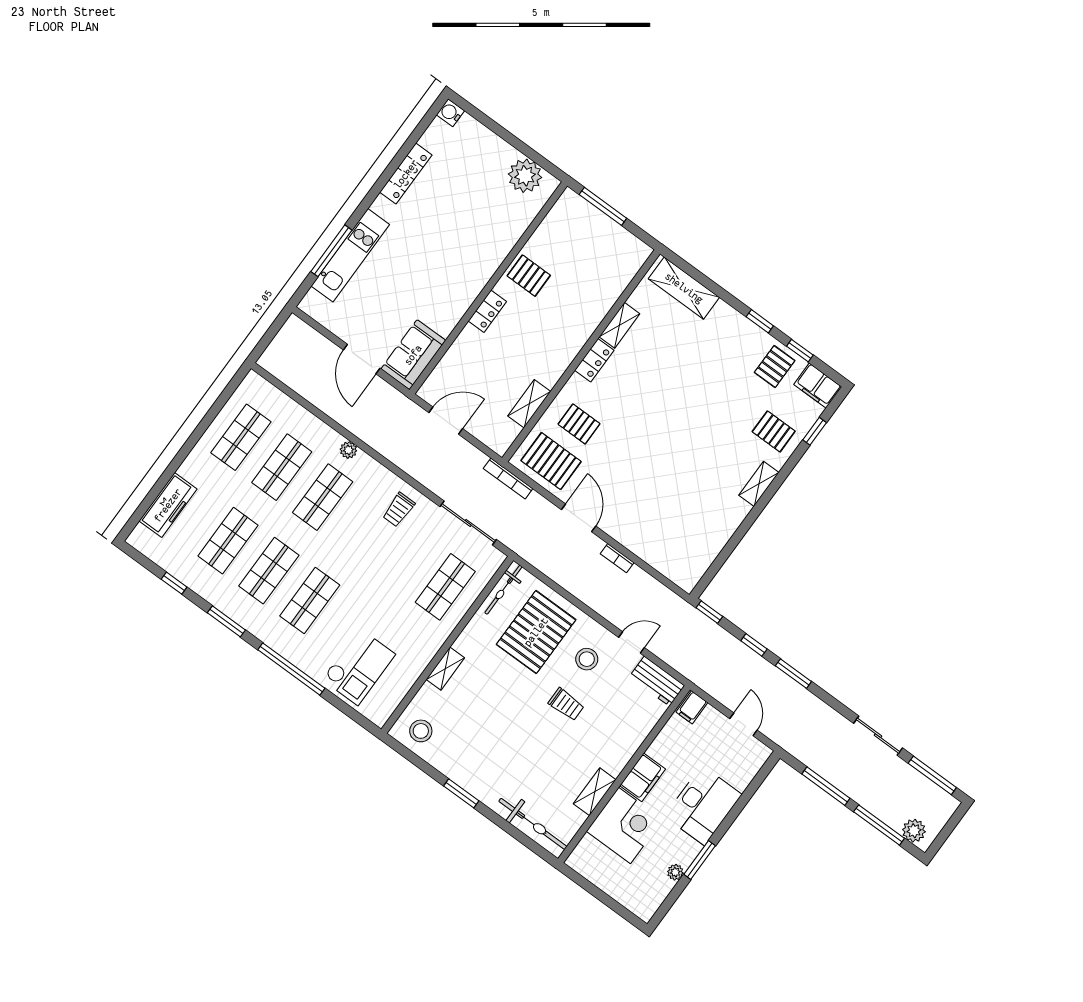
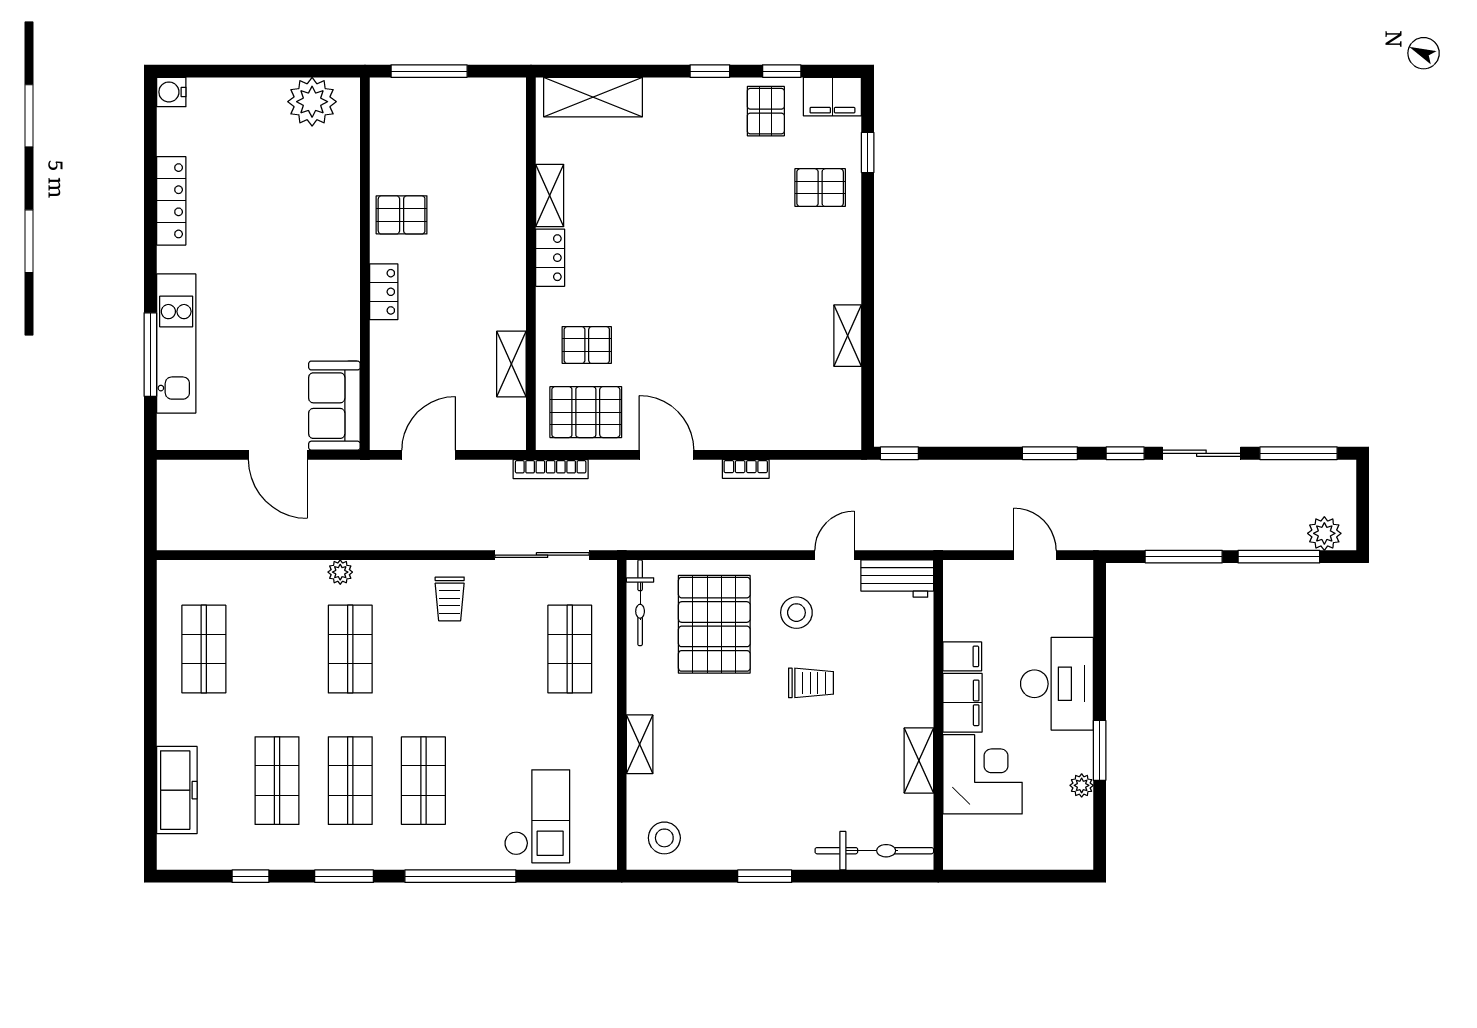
shop shelf: (282, 467) -> (277, 649), removed
shelving: (759, 484) -> (848, 336), moved
window: (754, 645) -> (1125, 453), moved
filing cabinet: (692, 707) -> (962, 656), moved, turned -90

